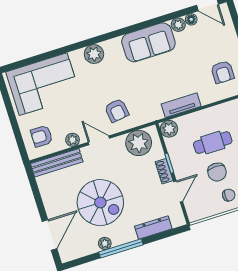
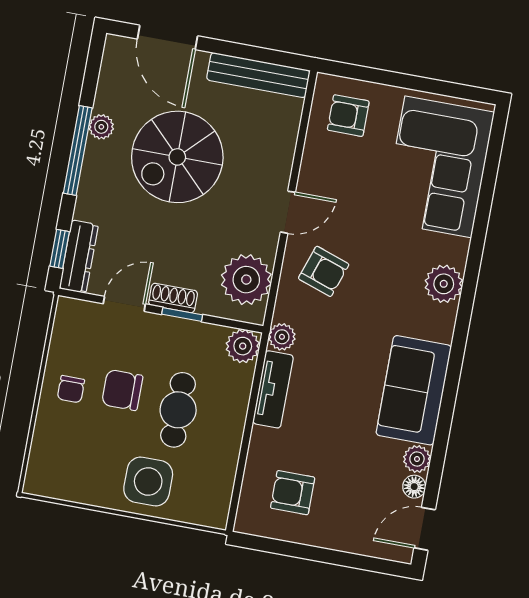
armchair: (117, 110) -> (324, 271), turned -153
armchair: (42, 136) -> (348, 116), turned -90
plant: (73, 140) -> (282, 337), moved
bench: (57, 163) -> (258, 75), moved, turned 90
door: (178, 191) -> (124, 304), swing flipped
dresser: (153, 227) -> (79, 257), moved
window: (169, 233) -> (60, 249), added

